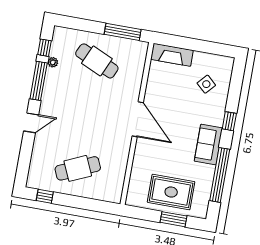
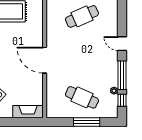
window: (123, 32) -> (87, 122), moved
door: (31, 123) -> (122, 44), hinge flipped

